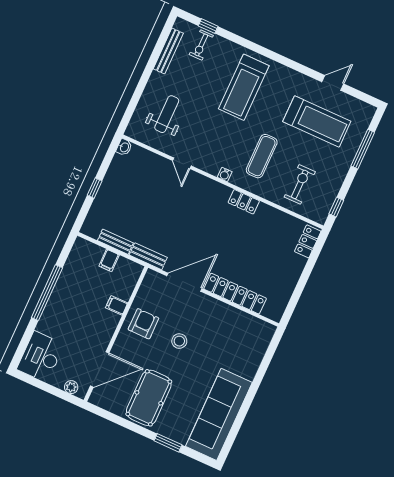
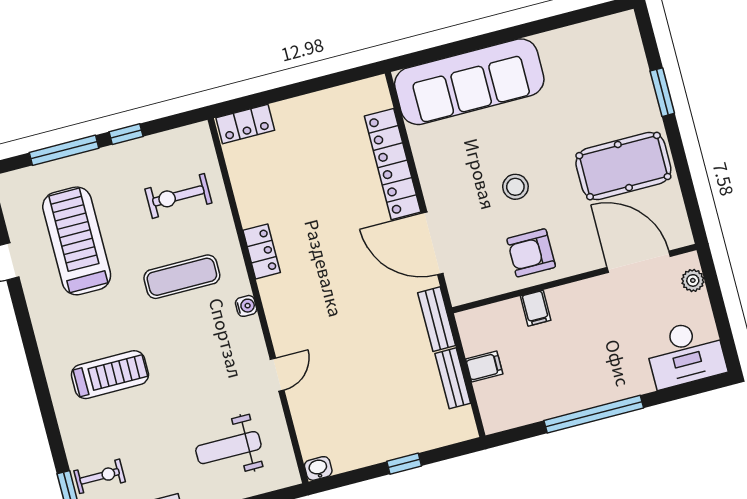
treadmill: (244, 87) -> (110, 375), width x0.73, depth x0.73
window: (336, 207) -> (126, 134), moved
sofa: (219, 414) -> (469, 82), moved

